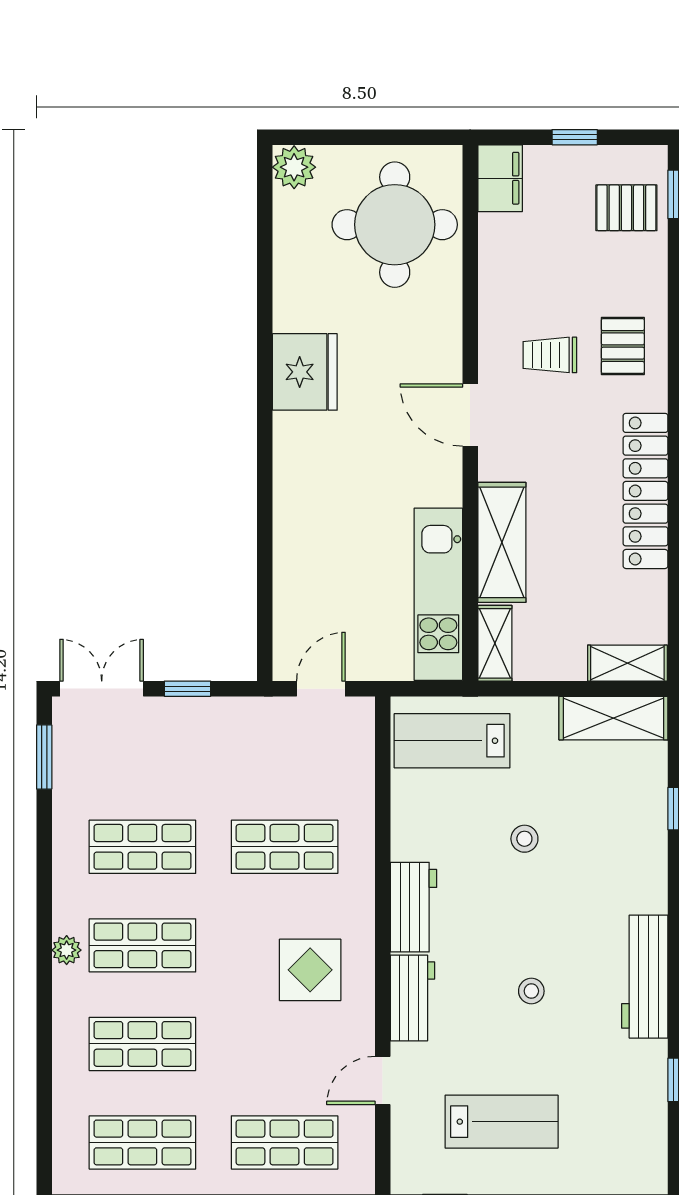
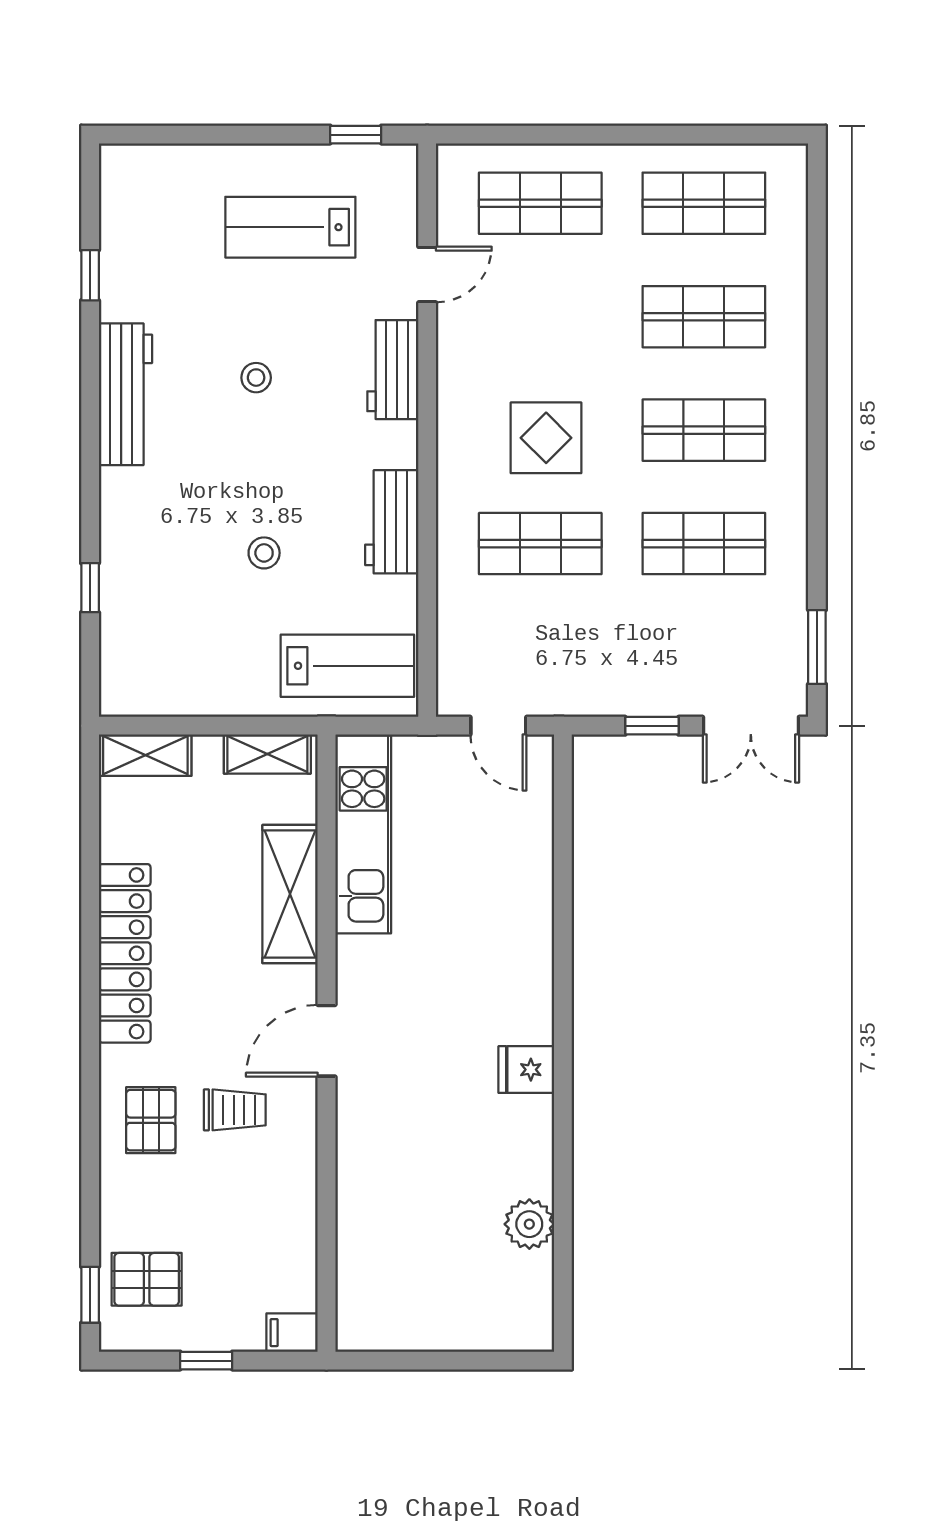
plant: (294, 167) -> (529, 1224), moved
filing cabinet: (500, 178) -> (292, 1333), width x0.50
round table: (395, 225) -> (413, 1260), removed
fridge: (305, 372) -> (526, 1070), width x0.53, depth x0.75
door: (470, 415) -> (326, 1041), swing flipped
shelving: (495, 643) -> (267, 754), moved, turned 90
door: (321, 689) -> (498, 726), hinge flipped
shelving: (613, 718) -> (162, 692), removed
workbench: (413, 907) -> (392, 522), moved
plant: (67, 950) -> (791, 425), removed
display table: (310, 970) -> (546, 438), moved

